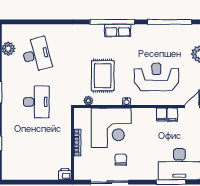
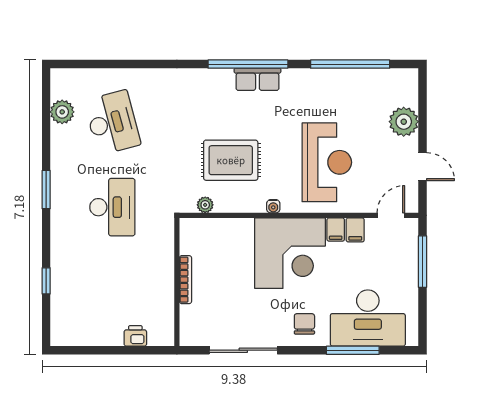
rug: (103, 76) -> (231, 160), turned 90
reception desk: (156, 77) -> (327, 162), turned 90
corner desk: (111, 128) -> (290, 253), moved
chair: (121, 160) -> (304, 324), moved
printer: (65, 174) -> (135, 336), moved

